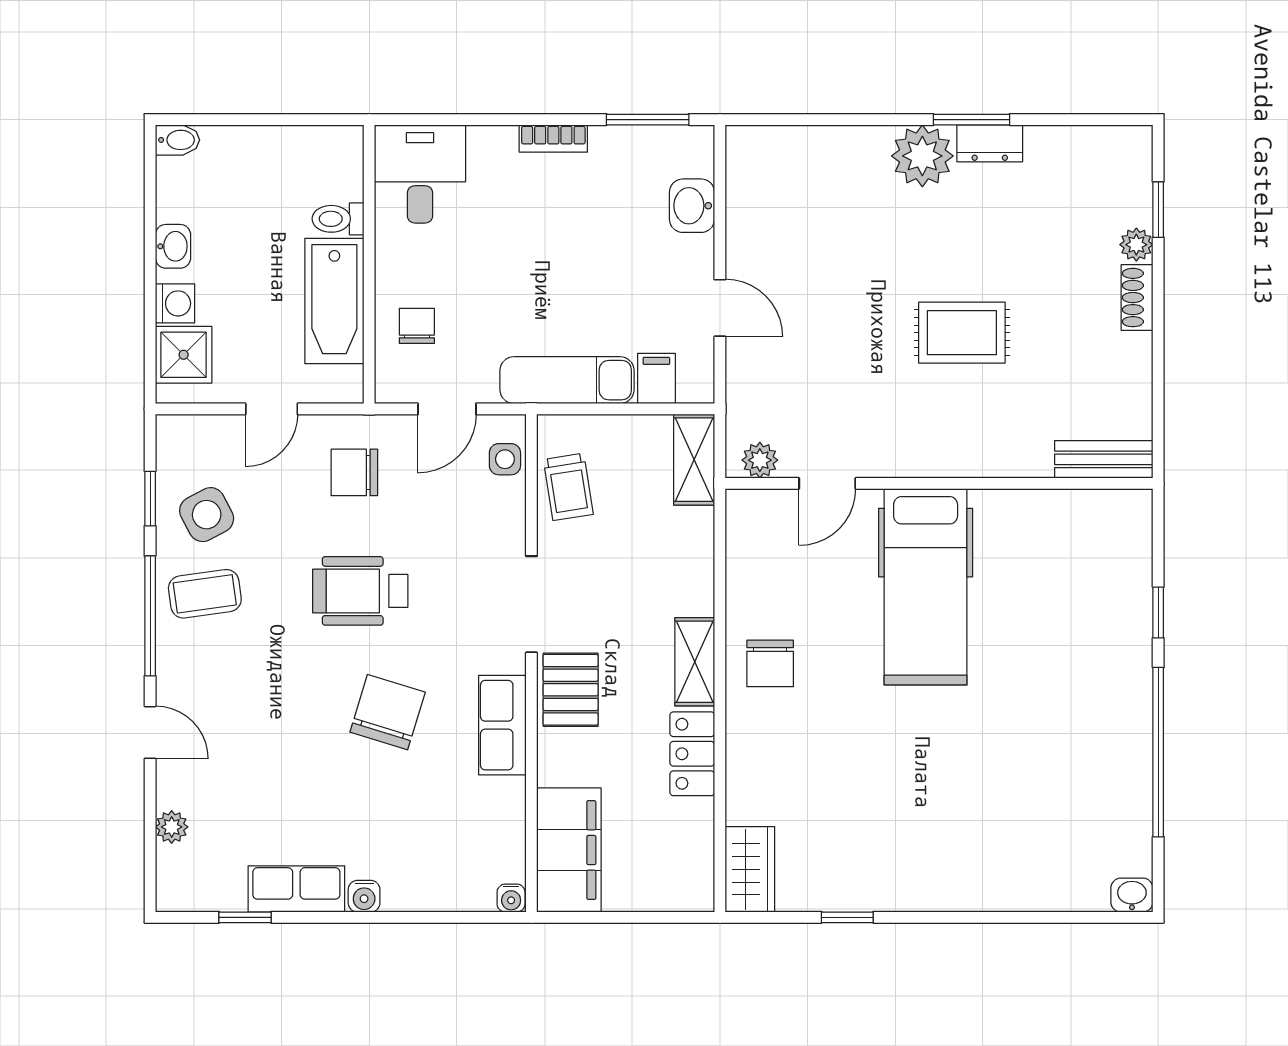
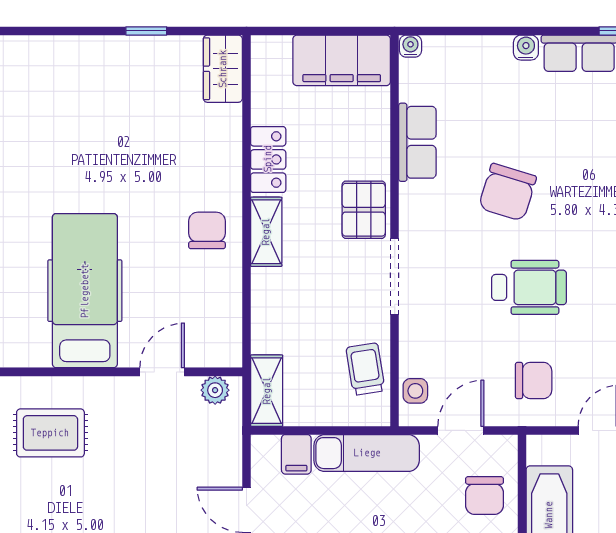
chair: (417, 326) -> (485, 496), width x1.37, depth x1.37
rug: (962, 333) -> (50, 433), moved
row of seats: (502, 725) -> (417, 142), moved
filing cabinet: (569, 850) -> (342, 60), moved, turned -90

